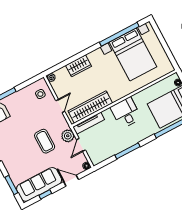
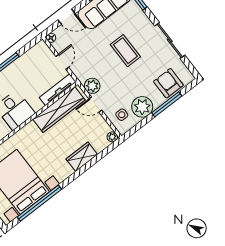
plant: (23, 97) -> (142, 107), added
door: (60, 106) -> (95, 105), hinge flipped
plant: (68, 136) -> (92, 86), moved
coffee table: (45, 141) -> (125, 51), moved

